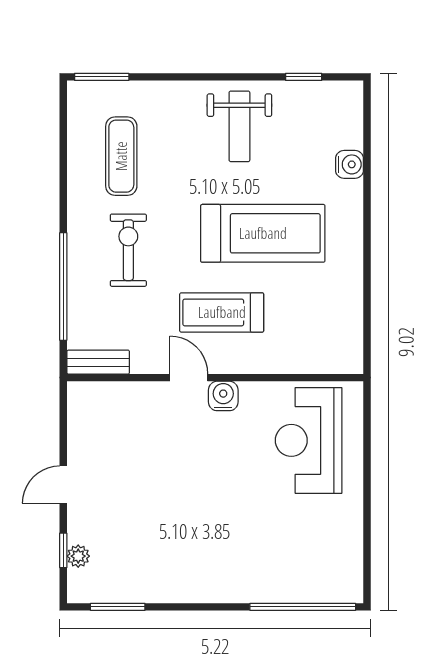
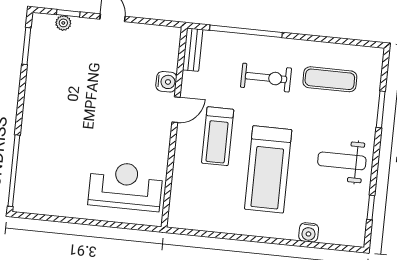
window: (102, 77) -> (381, 109), moved
treadmill: (222, 312) -> (218, 136), turned 180
water cooler: (223, 396) -> (166, 82), moved

